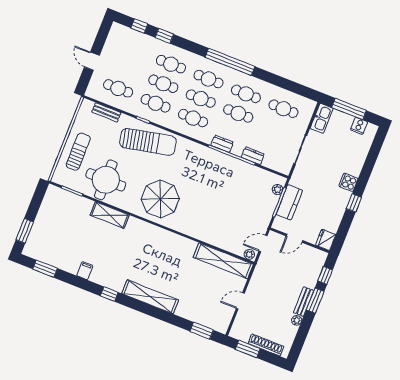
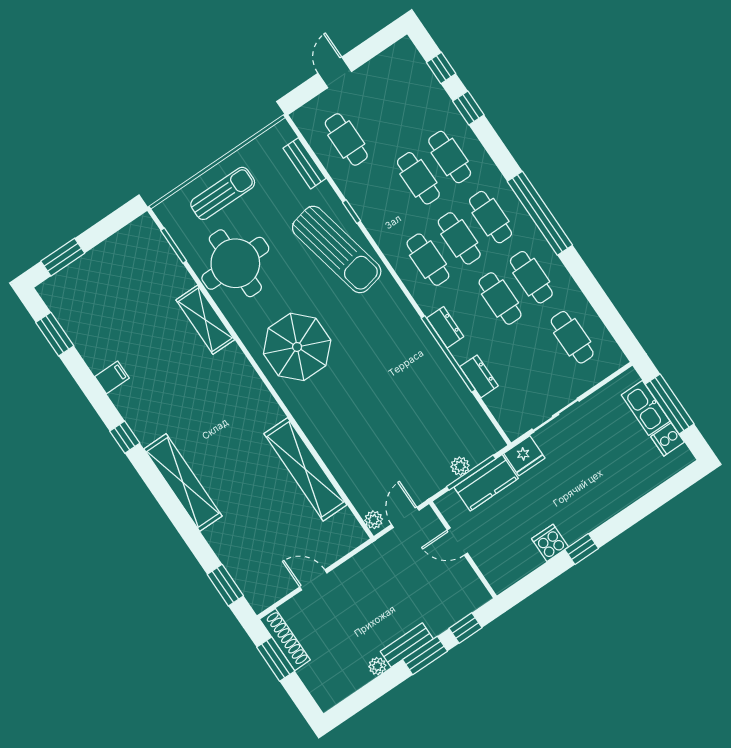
cafe table: (156, 103) -> (387, 200), removed
kitchen sink: (322, 118) -> (646, 408), moved, turned 90
cooker: (348, 182) -> (550, 543), moved
plant: (277, 190) -> (460, 466), moved
fridge: (326, 240) -> (524, 456), moved, turned 180
door: (263, 243) -> (405, 517), hinge flipped
shelving: (223, 261) -> (305, 469), moved
shoe rack: (266, 345) -> (285, 640), moved

